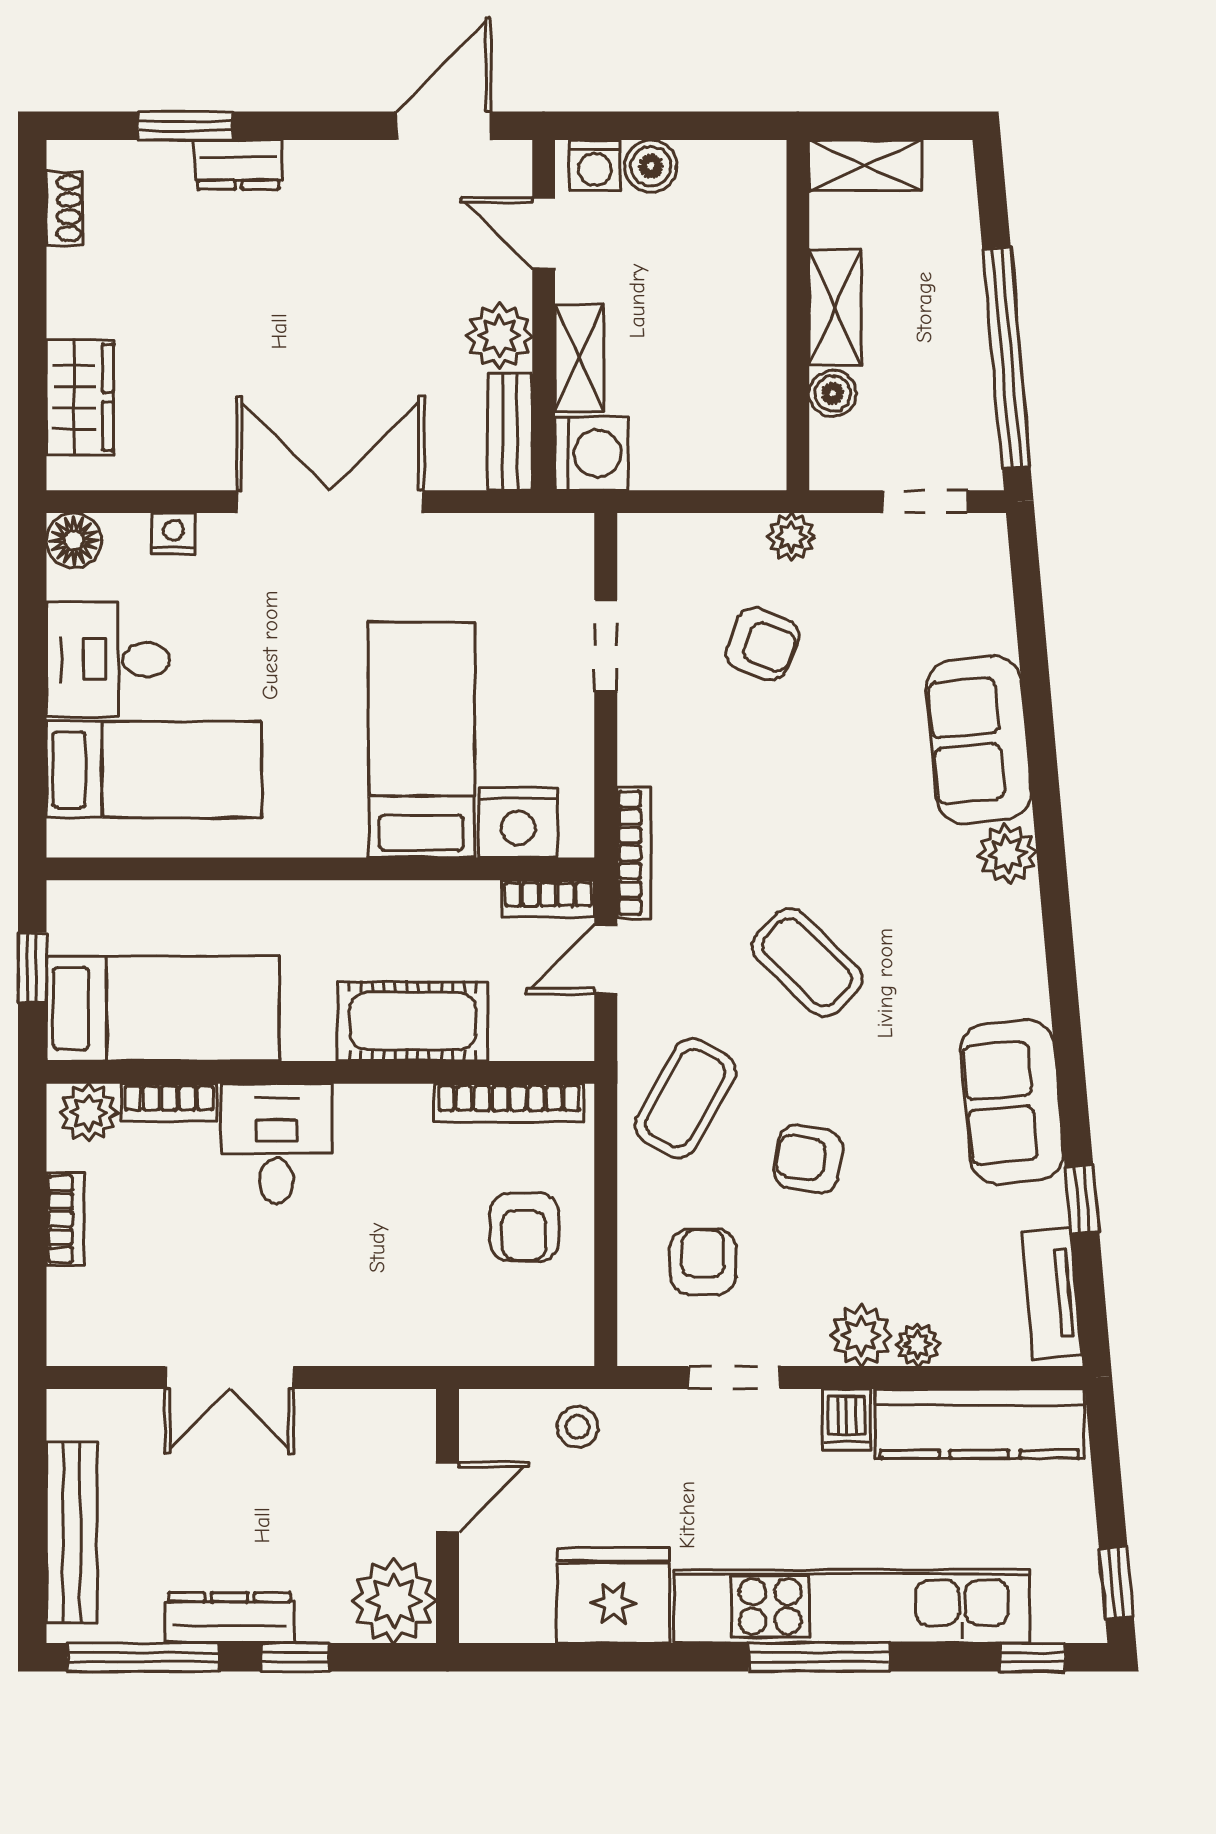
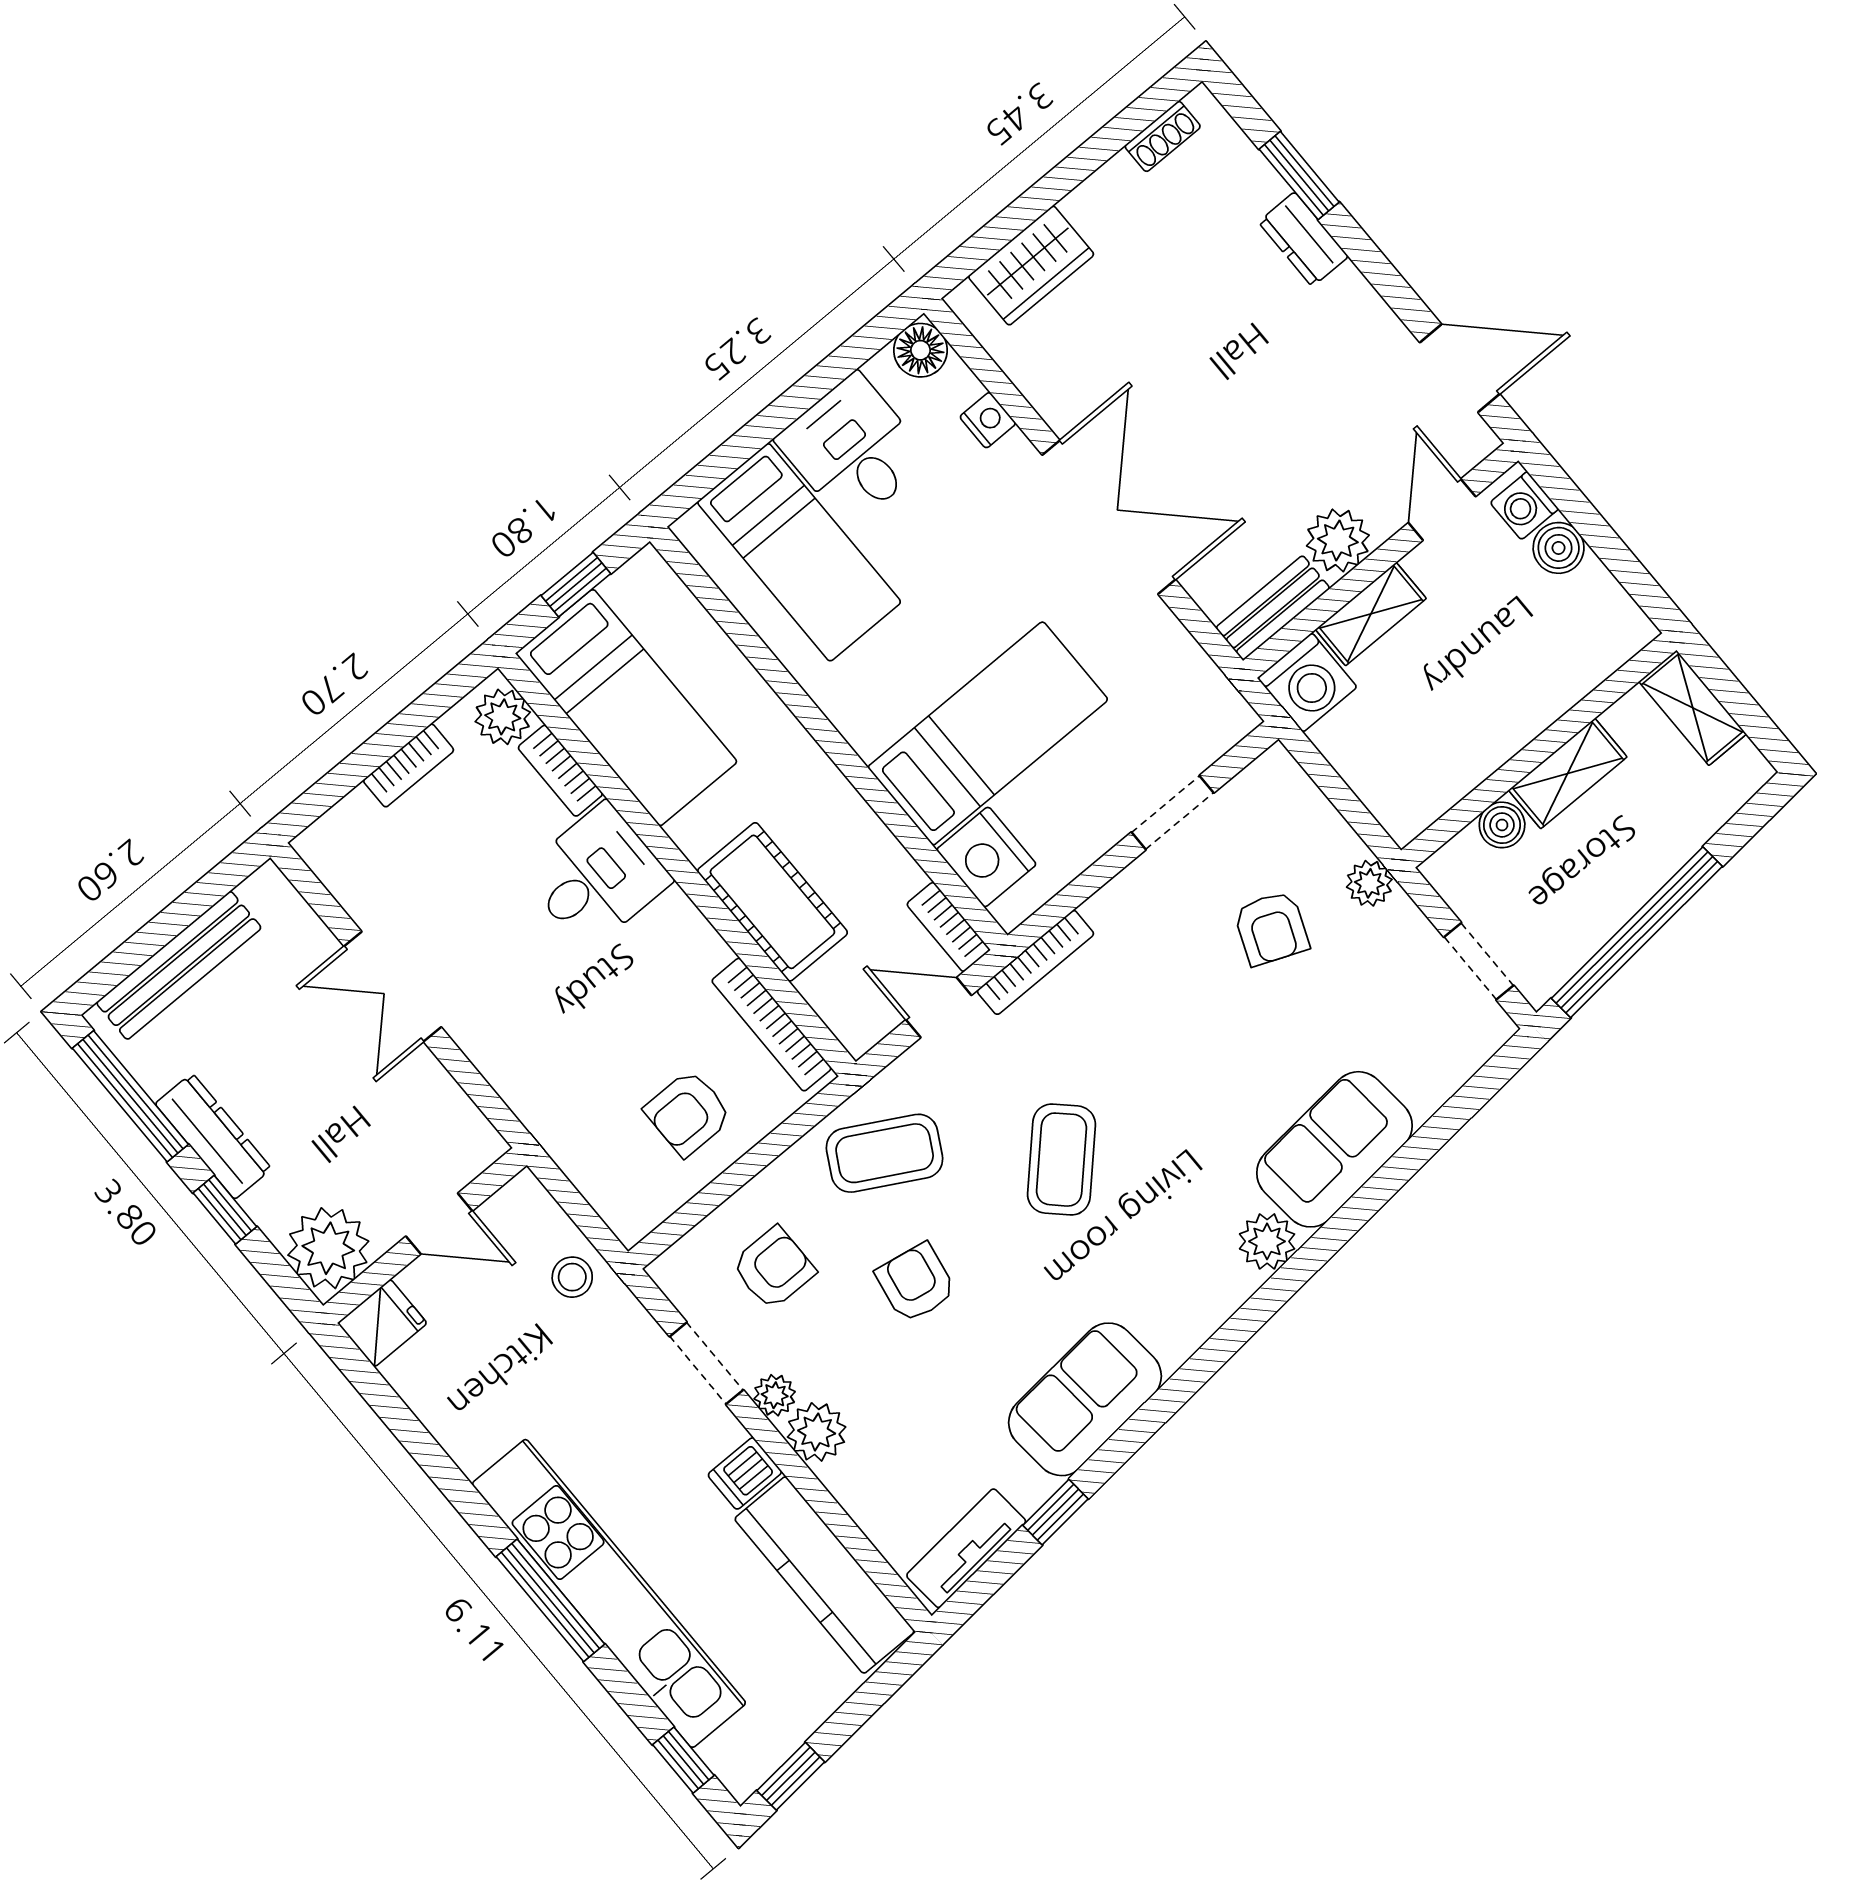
plant: (918, 1345) -> (775, 1395), moved
fridge: (613, 1595) -> (382, 1323), moved, width x0.53, depth x0.75

